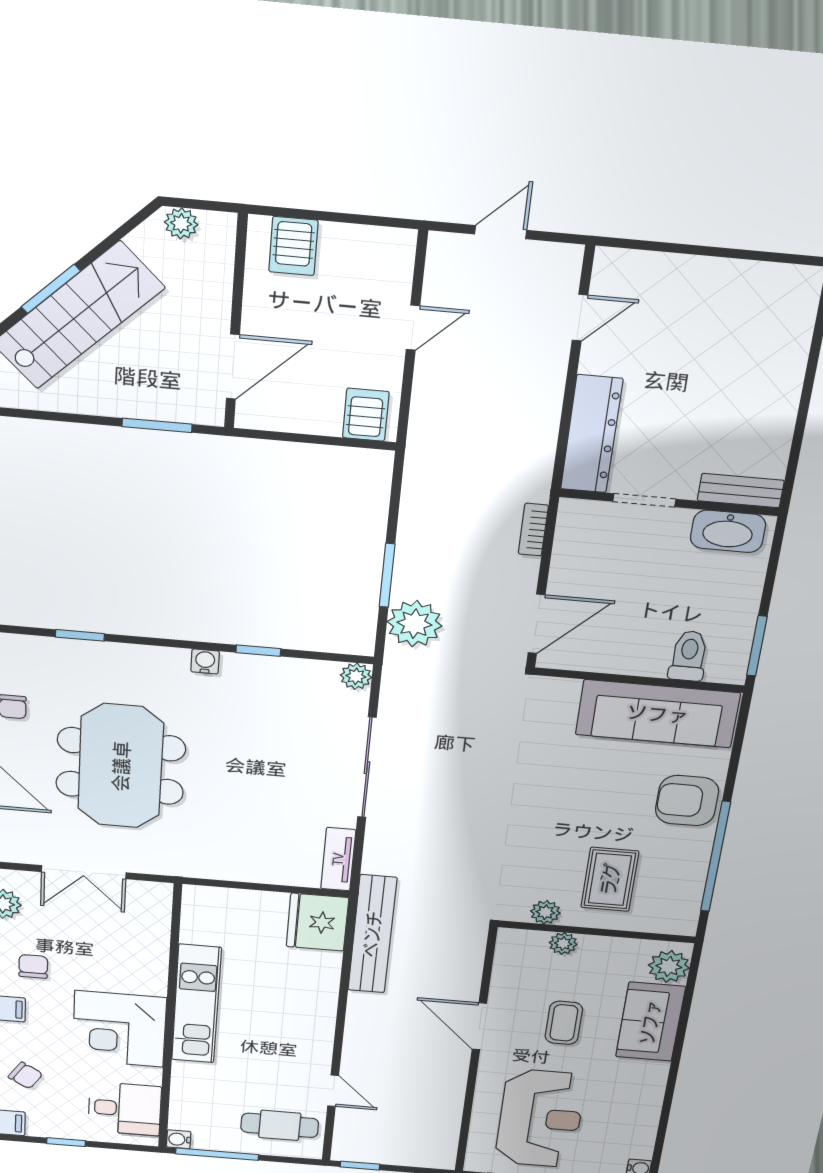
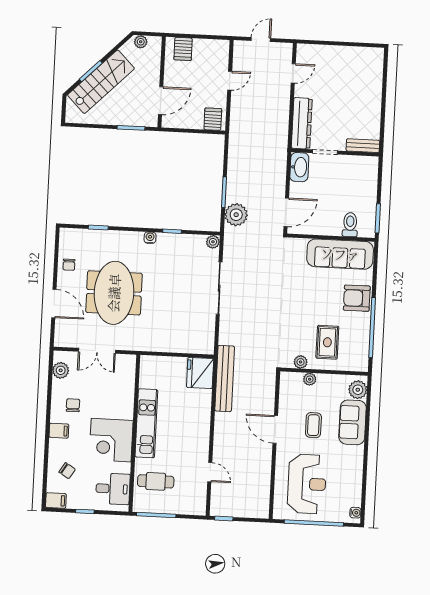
bookcase: (533, 530) -> (282, 168), removed
washbasin: (728, 531) -> (299, 167), moved, turned -90
tv unit: (338, 859) -> (208, 338), removed
cafe table: (280, 1125) -> (156, 481), moved
water cooler: (179, 1139) -> (138, 507), removed

